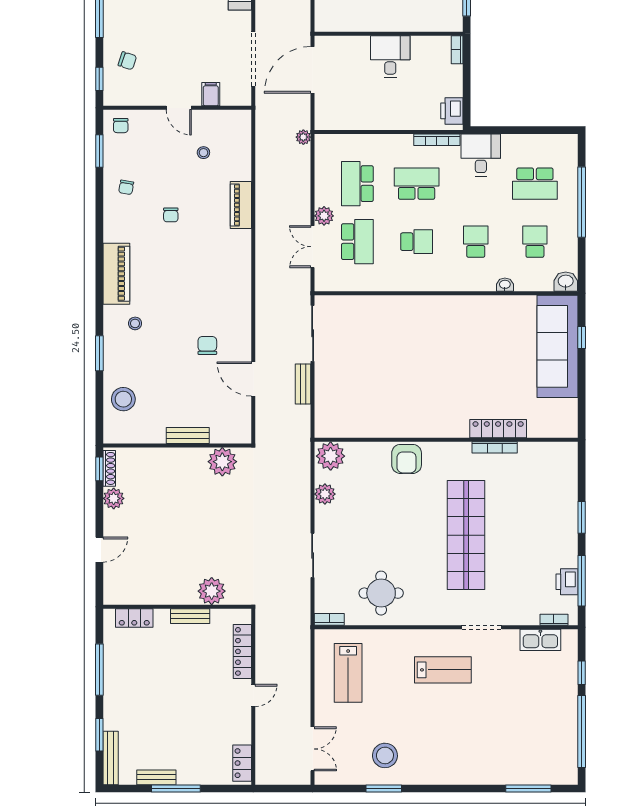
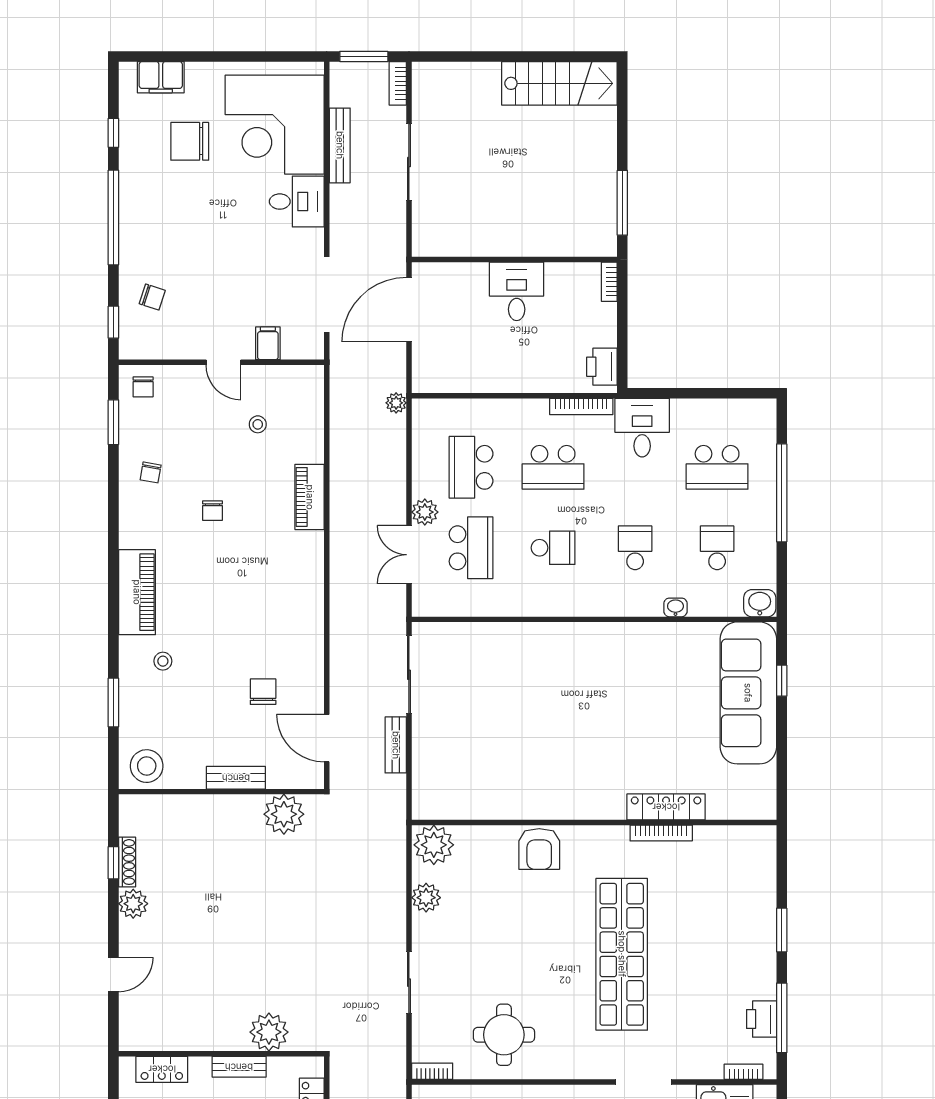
school desk: (417, 184) -> (553, 467), turned 180
bench: (188, 435) -> (236, 778), moved
wall: (177, 445) -> (221, 792), moved
plant: (222, 462) -> (284, 814), moved

